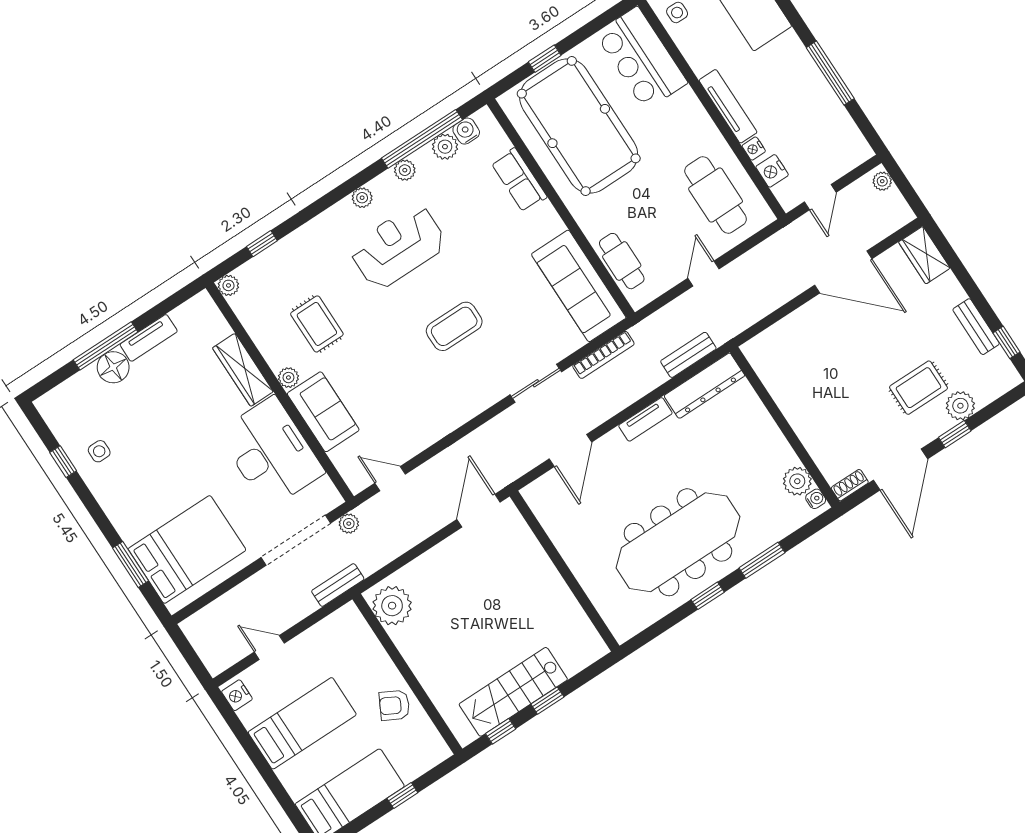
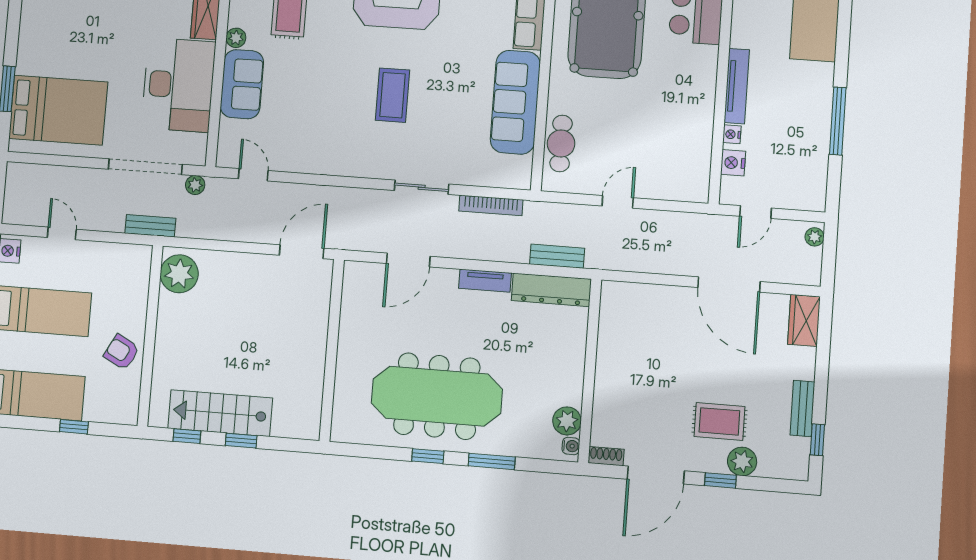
cafe table: (716, 195) -> (674, 148), removed
sofa: (579, 286) -> (515, 102), moved
coffee table: (454, 326) -> (392, 95), turned 90

